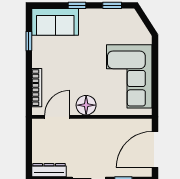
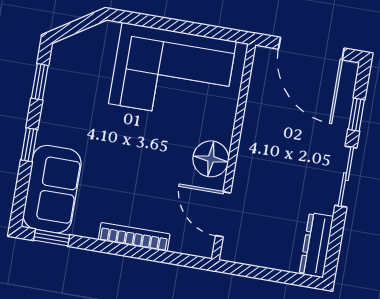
window: (29, 41) -> (52, 238), moved
bookcase: (37, 88) -> (134, 237), moved

